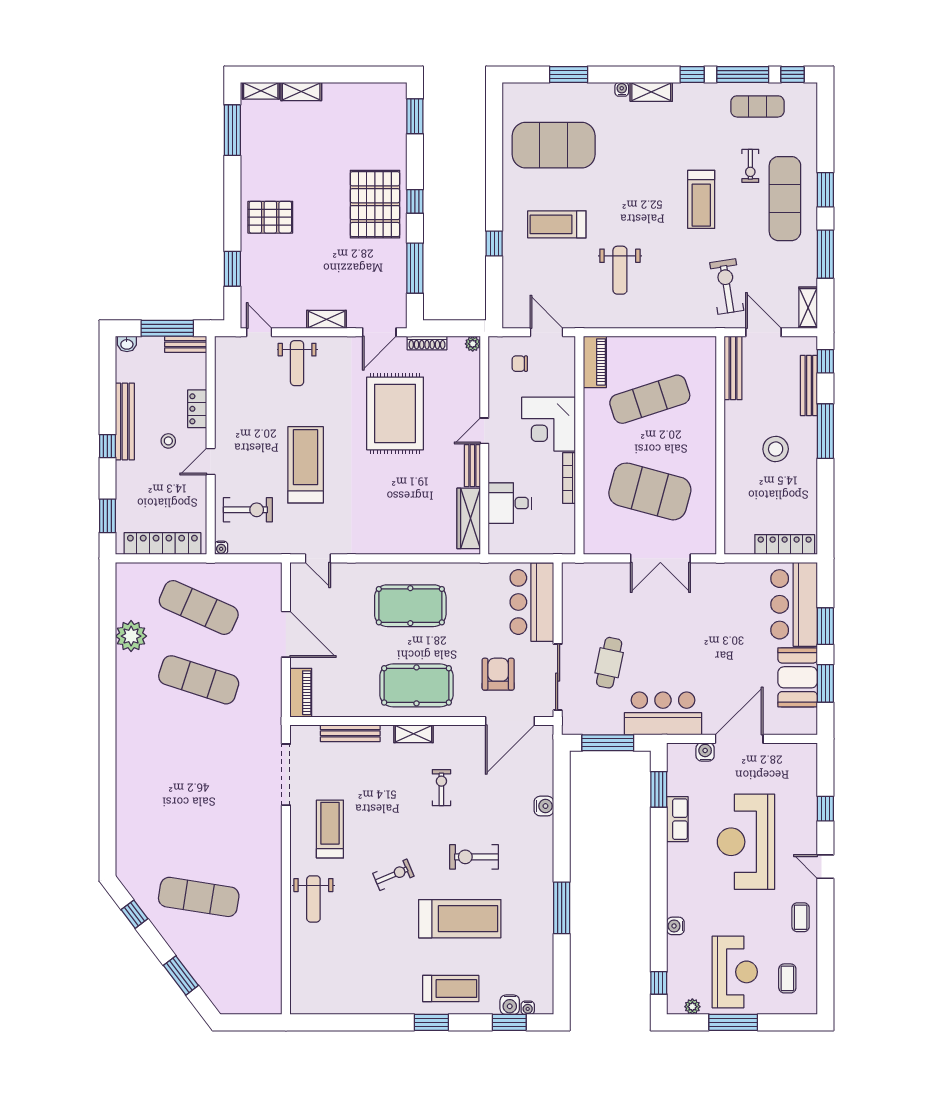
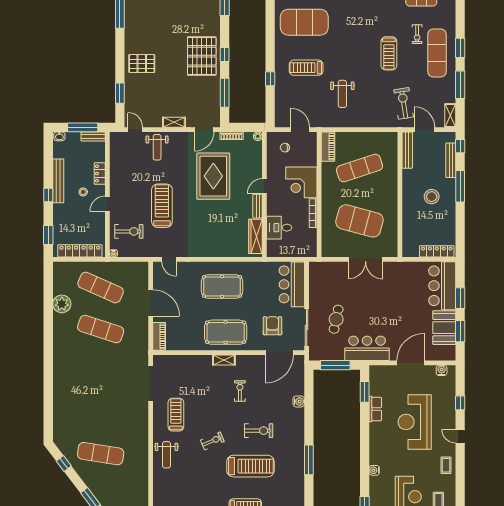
bench: (350, 733) -> (188, 360), removed
water cooler: (705, 752) -> (442, 370), moved
exercise bike: (474, 857) -> (259, 431), turned 180

